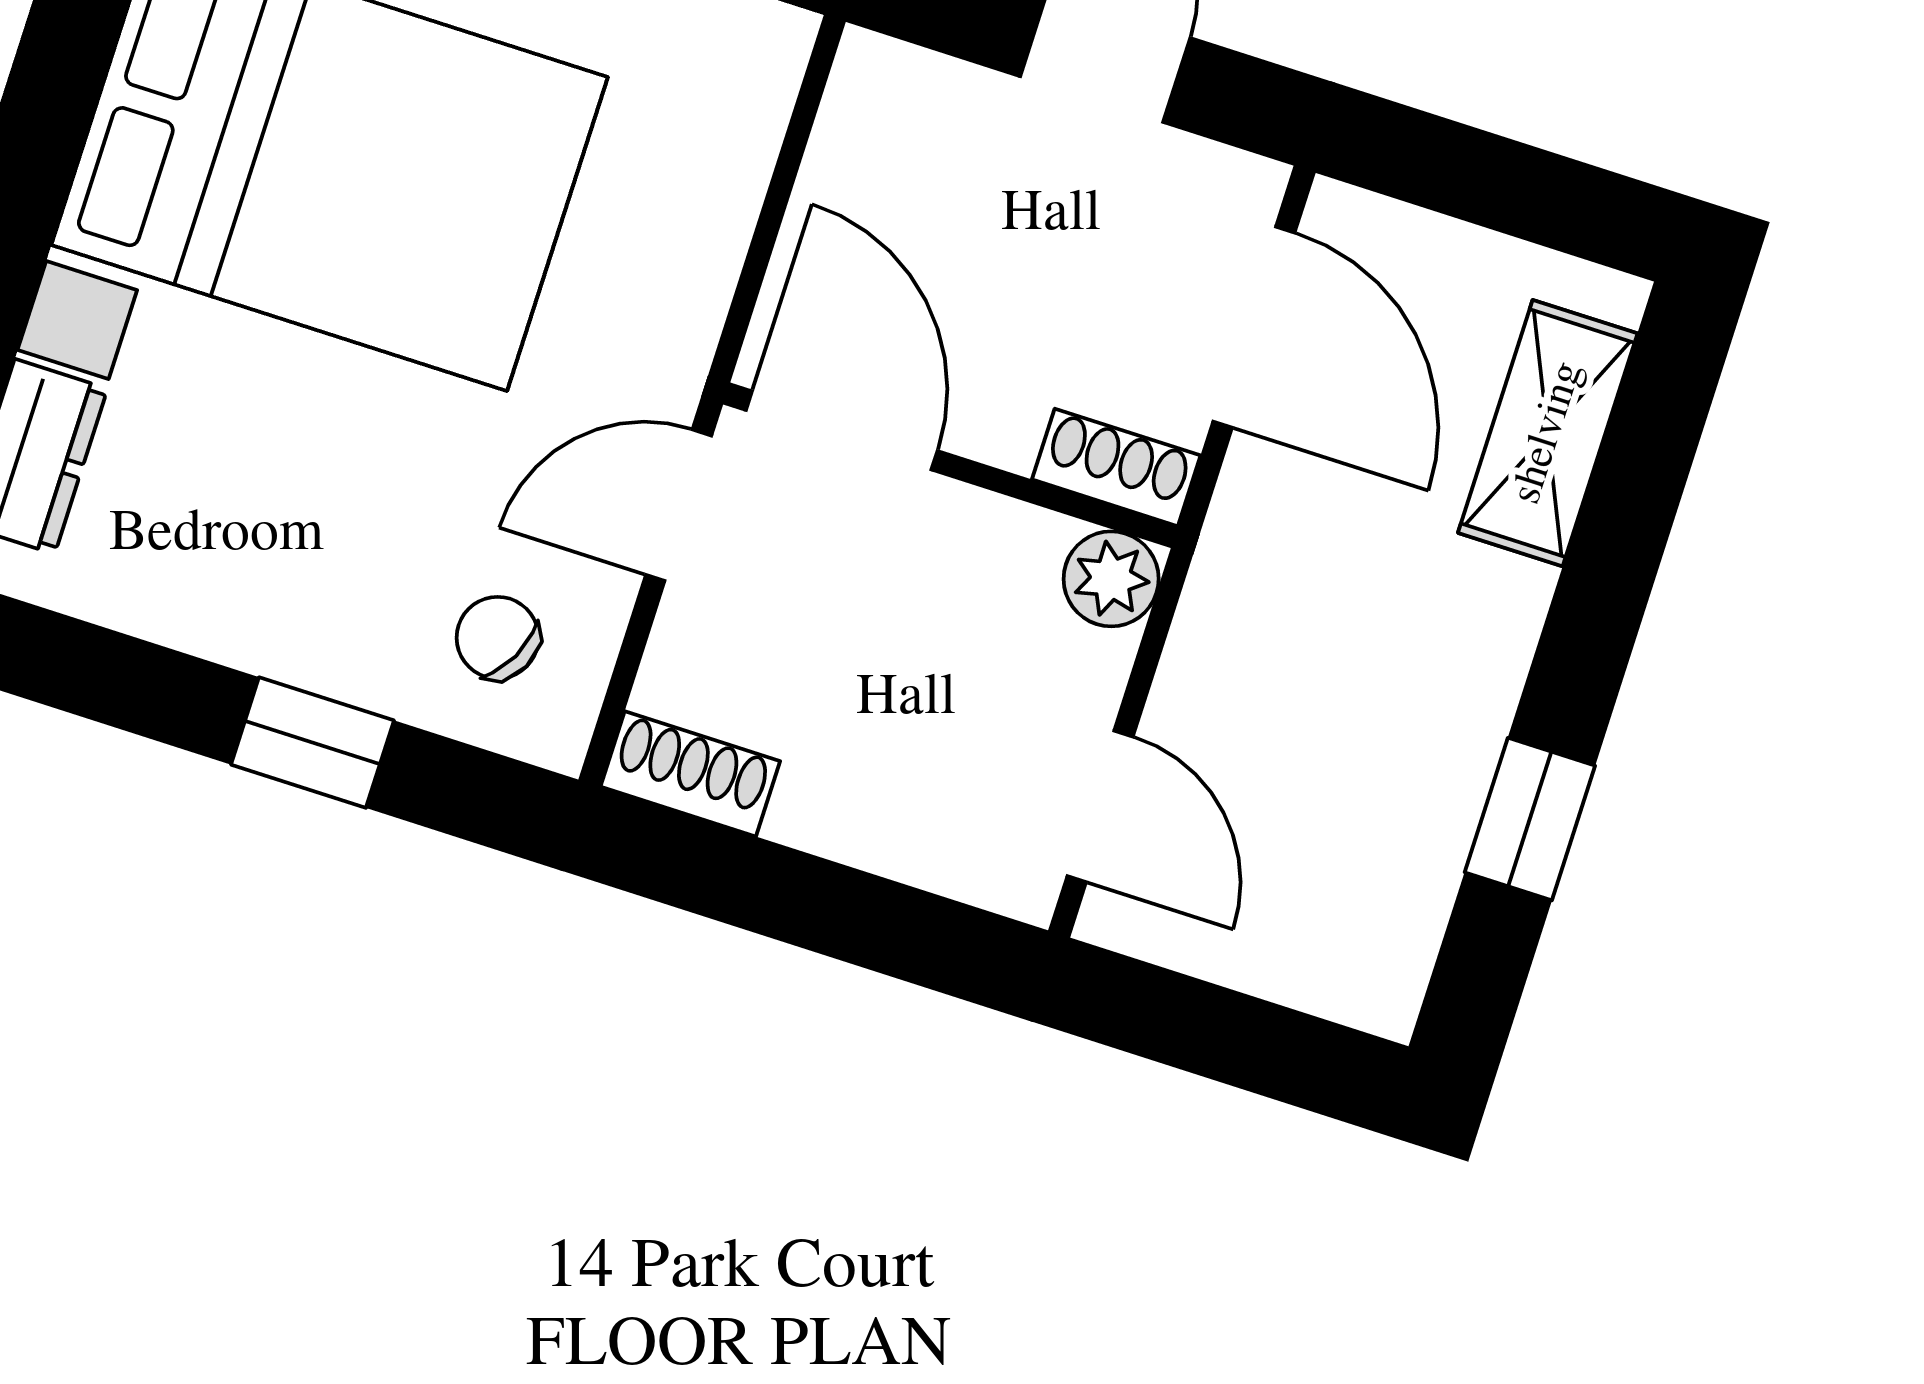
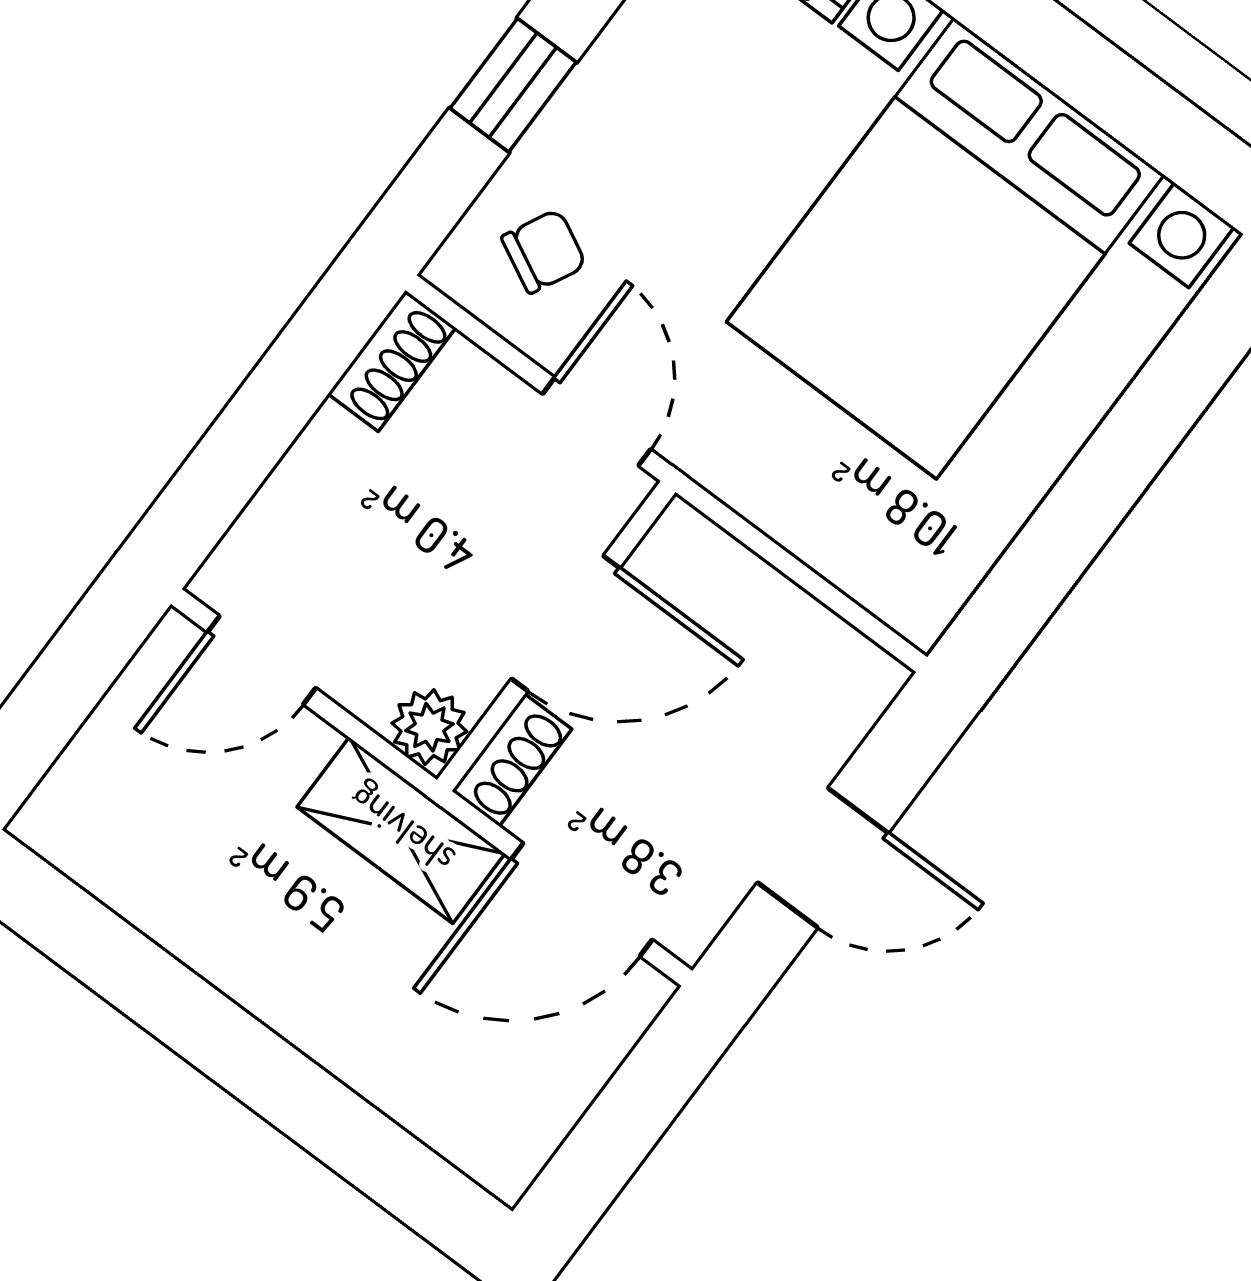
door: (842, 430) -> (566, 623), moved
shelving: (1548, 433) -> (401, 830), moved
window: (1530, 819) -> (141, 980), removed

